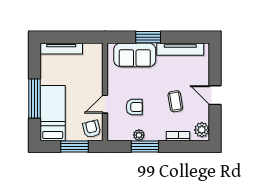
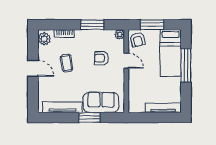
door: (105, 104) -> (126, 61), hinge flipped
plant: (139, 135) -> (120, 34), moved

